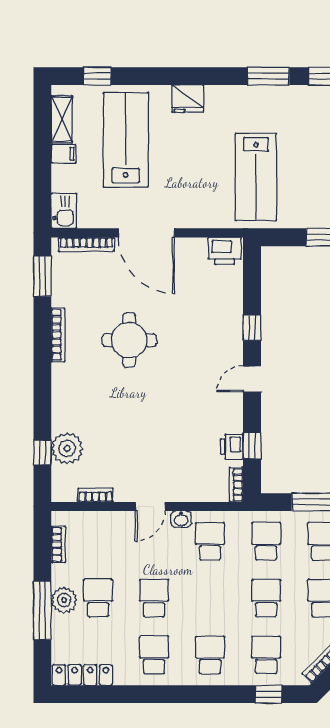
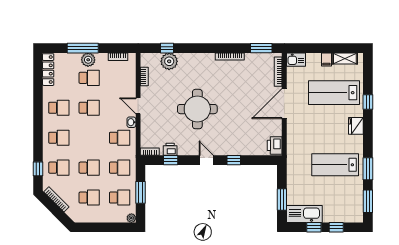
window: (97, 76) -> (368, 102), moved
lab bench: (126, 140) -> (334, 93), turned 180
lab bench: (256, 177) -> (335, 165), moved
round table: (129, 340) -> (197, 109), moved, width x1.36, depth x1.36

